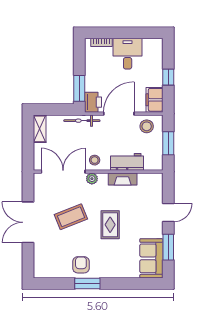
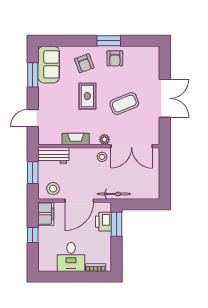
printer: (93, 102) -> (104, 222), moved
shelving: (40, 129) -> (154, 186), removed
workbench: (127, 162) -> (53, 155), moved
door: (168, 212) -> (33, 118), moved
armchair: (114, 260) -> (84, 63), added

